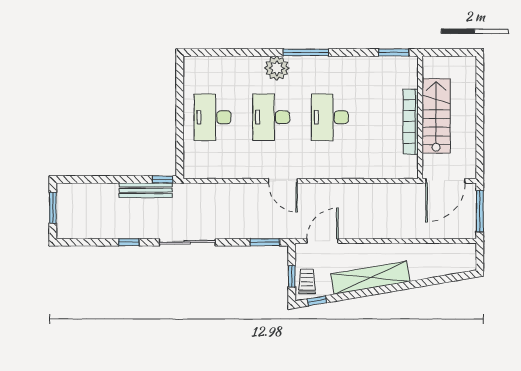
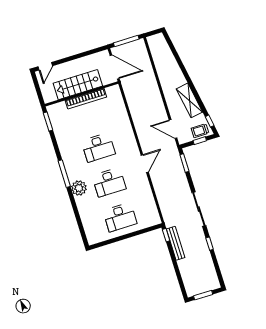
door: (480, 75) -> (45, 66), added
shelving: (370, 278) -> (189, 100), width x0.68

